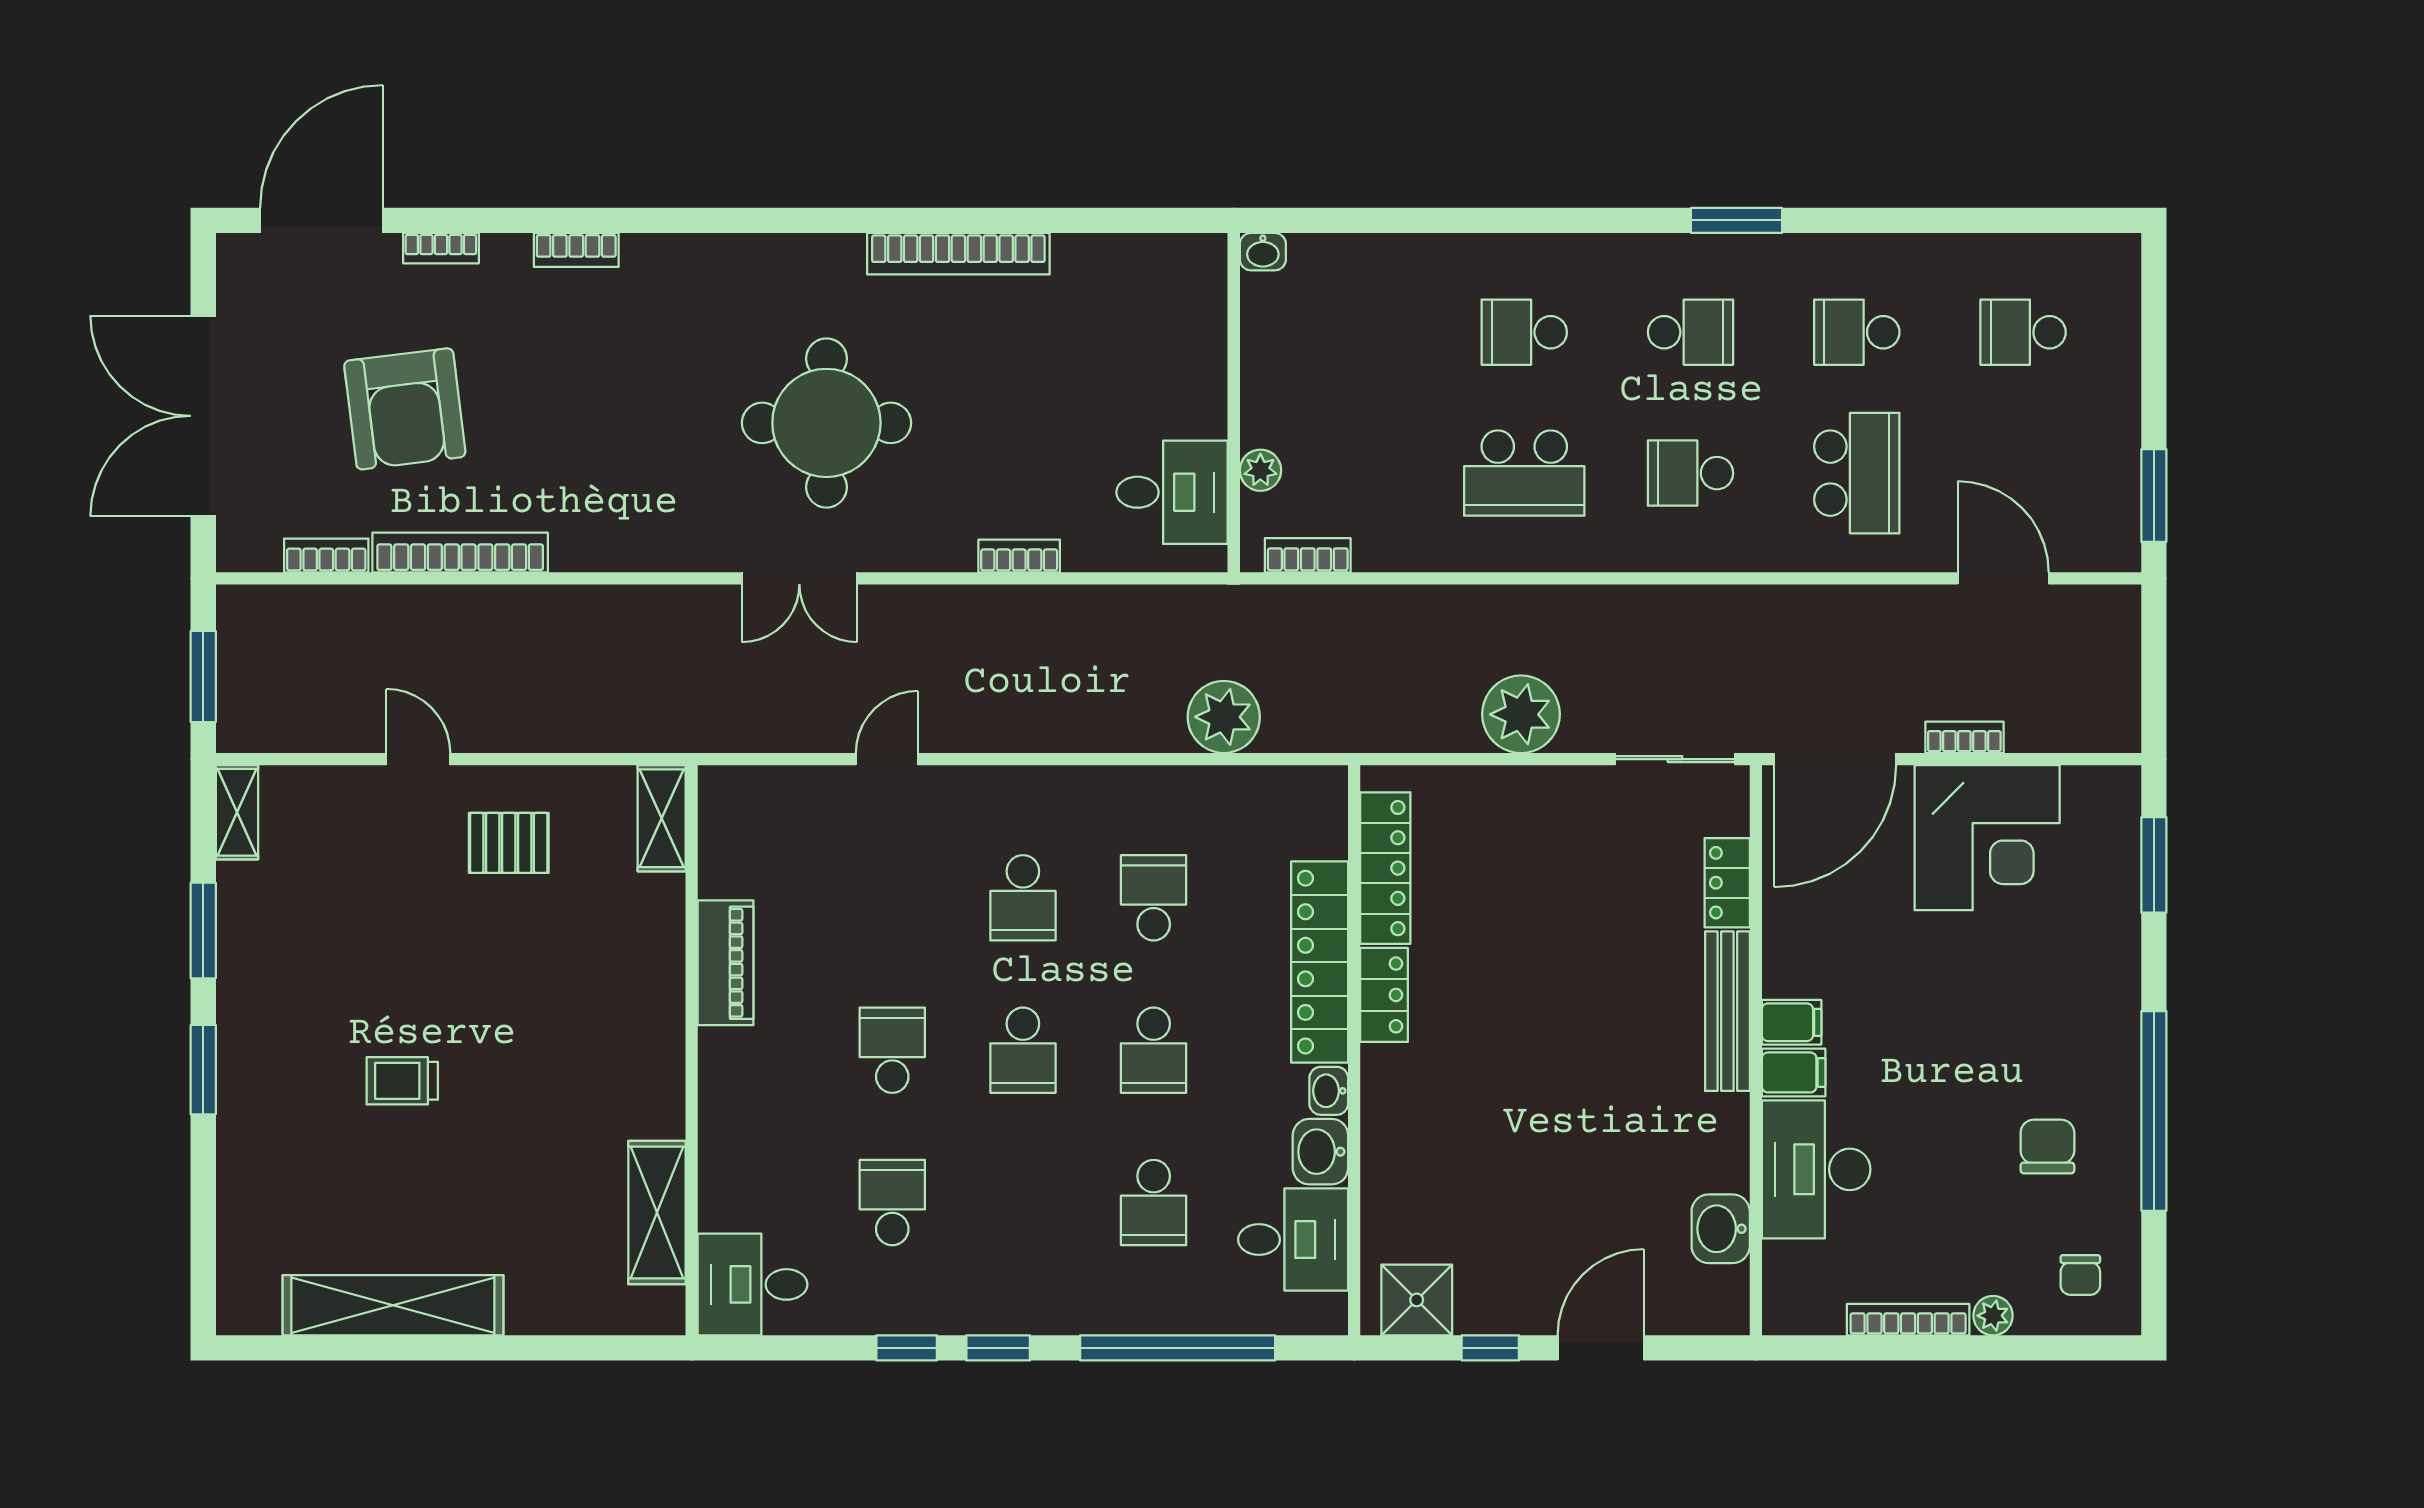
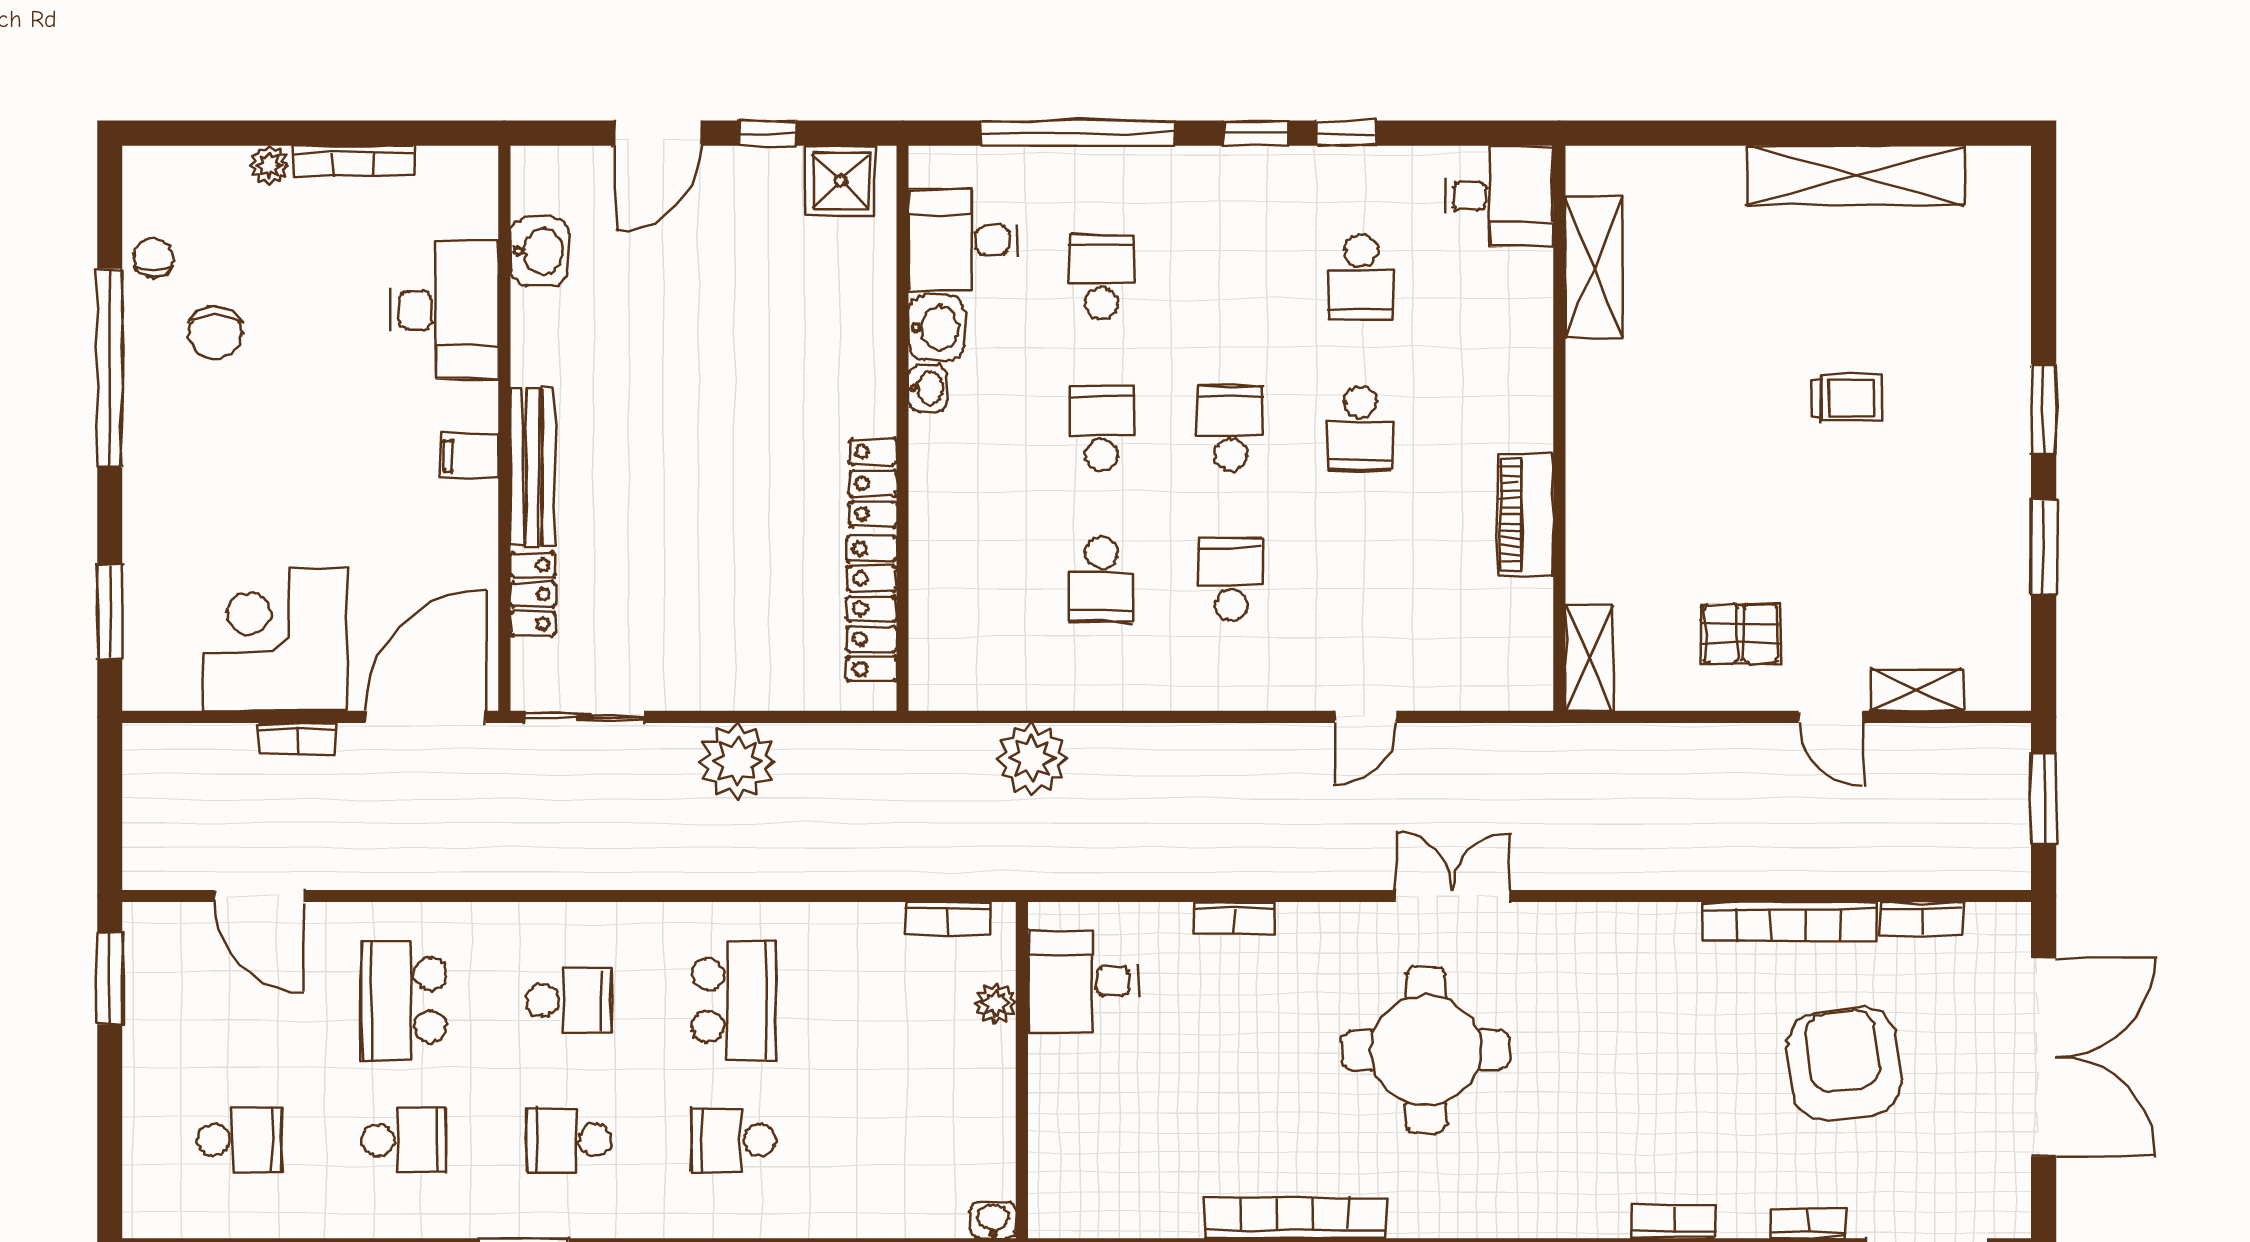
school desk: (1524, 332) -> (734, 1140), turned 180
school desk: (1524, 473) -> (734, 1000), turned 90
shelving: (237, 812) -> (1917, 690), moved, turned 90
locker: (1320, 962) -> (937, 516), removed
filing cabinet: (1794, 1072) -> (467, 406), removed
chair: (2080, 1275) -> (153, 257), moved

